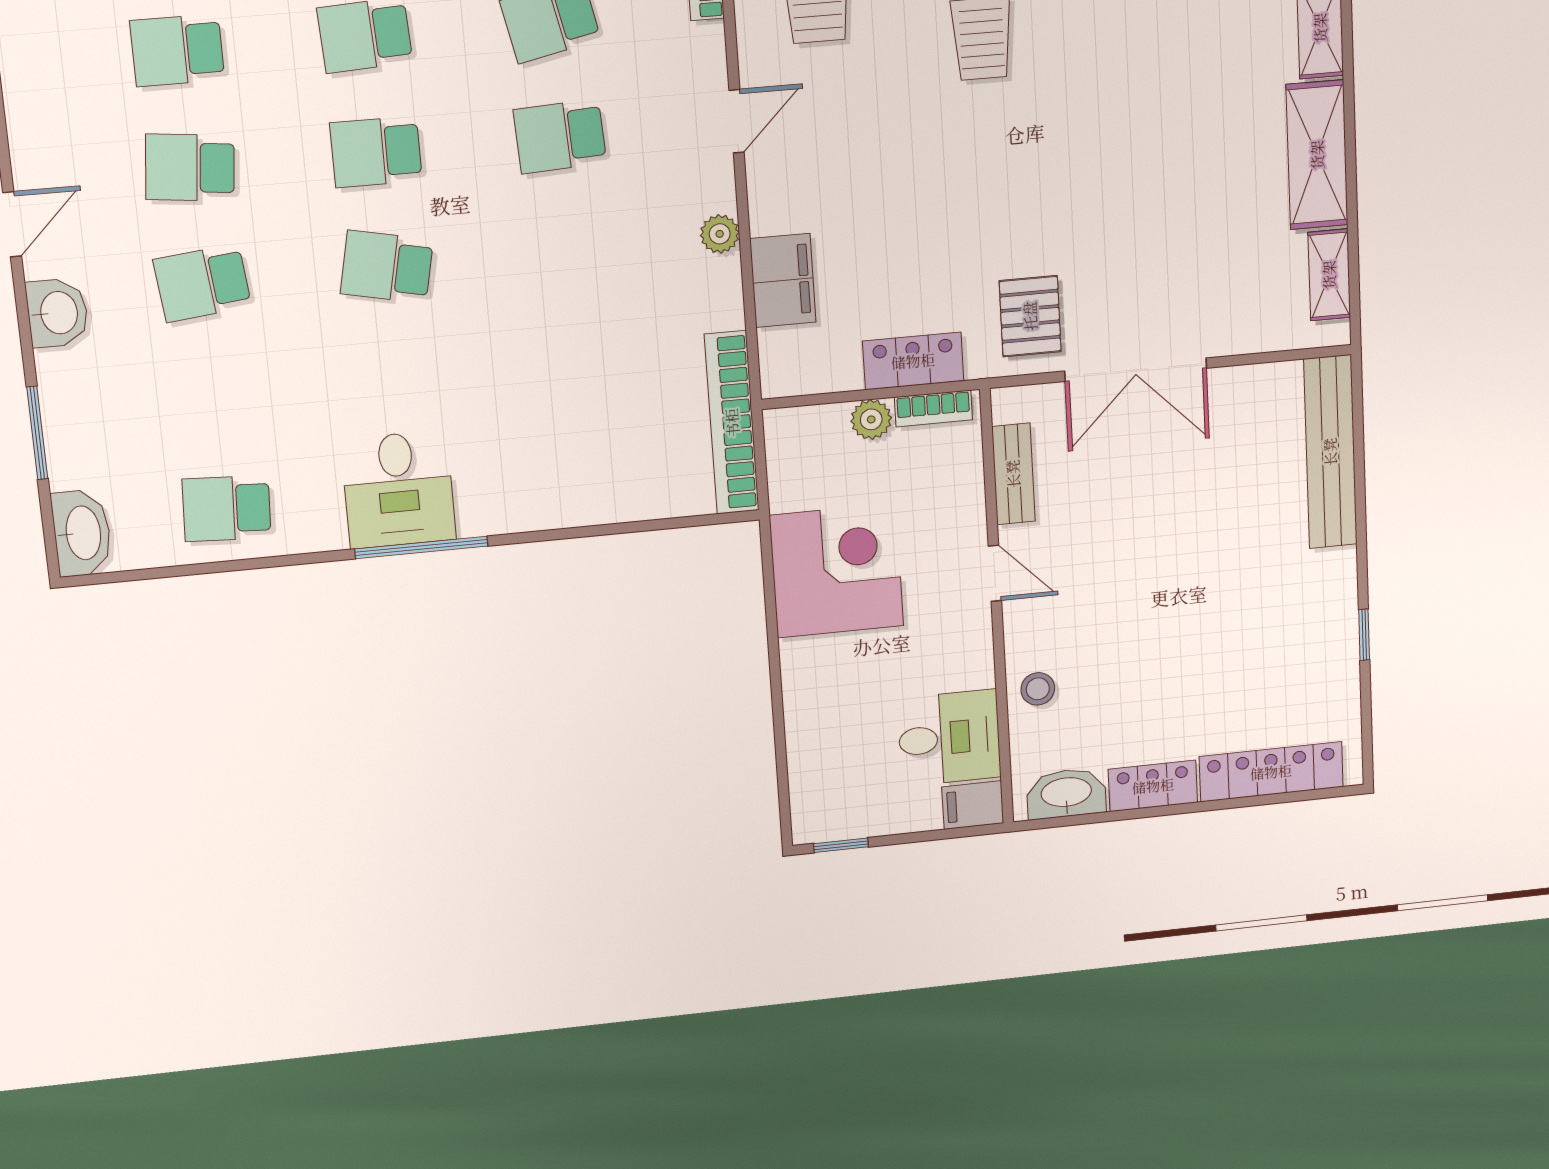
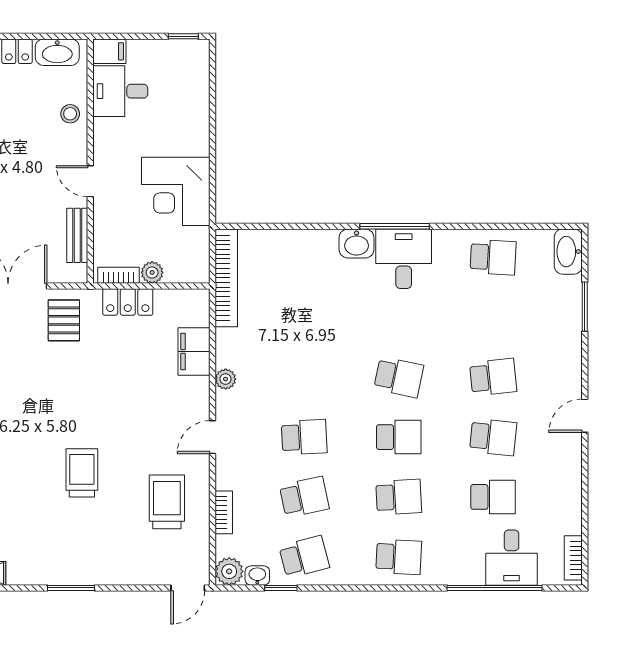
washbasin: (57, 313) -> (357, 243), moved, turned -90

